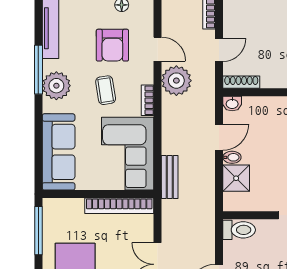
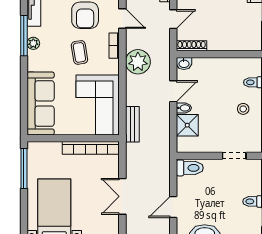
plant: (176, 81) -> (138, 62), moved
plant: (56, 86) -> (33, 43), width x0.53, depth x0.53
bookcase: (148, 100) -> (114, 46), moved

